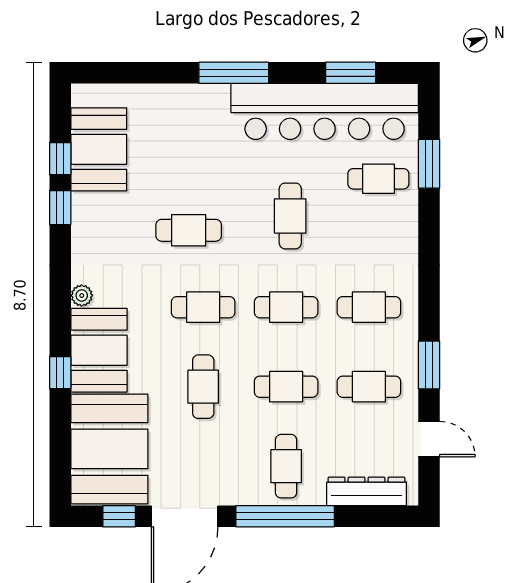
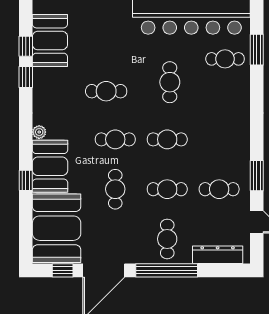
cafe table: (369, 307) -> (219, 139), removed

